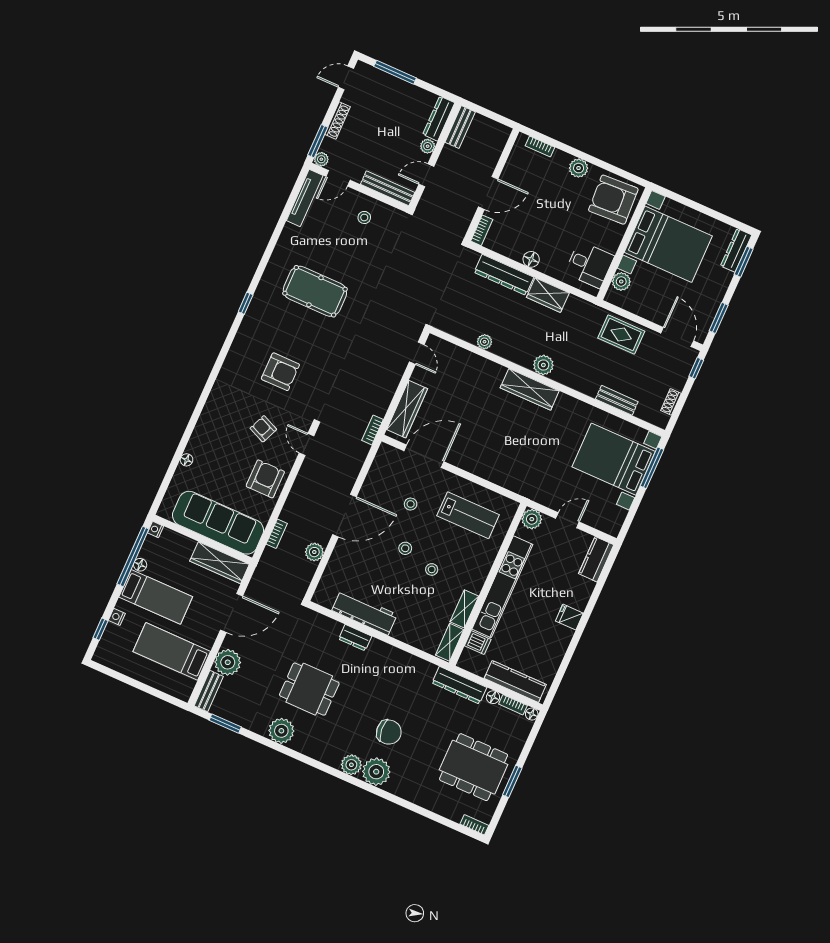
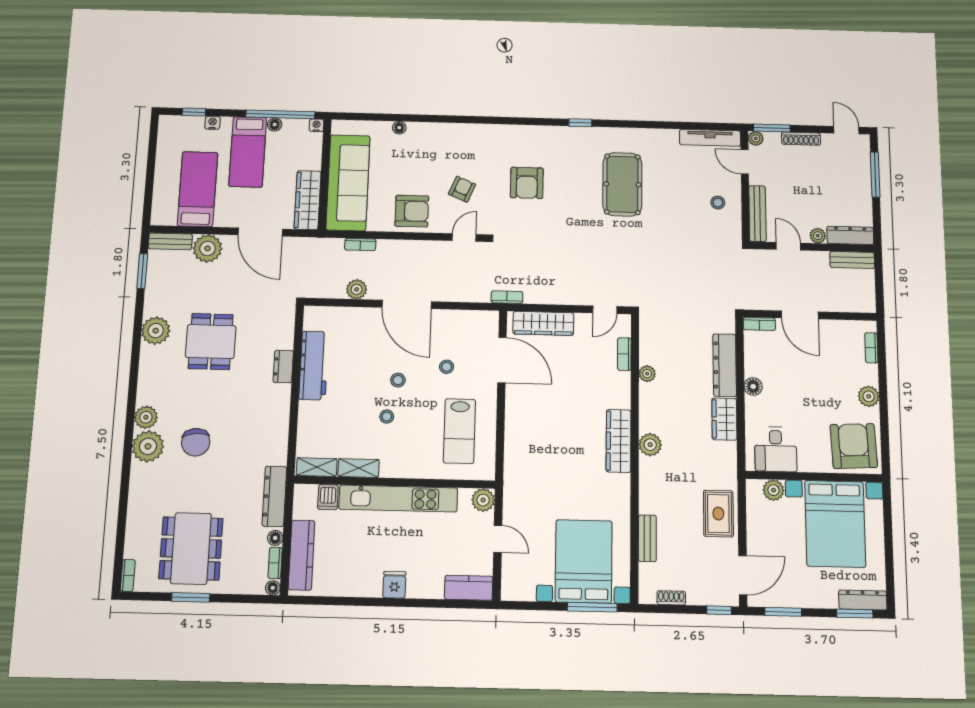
bookcase: (461, 353) -> (624, 354), added

